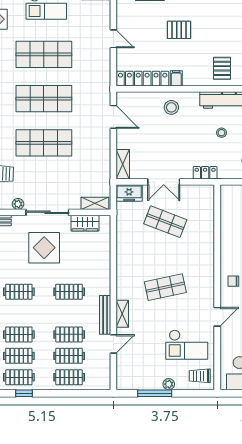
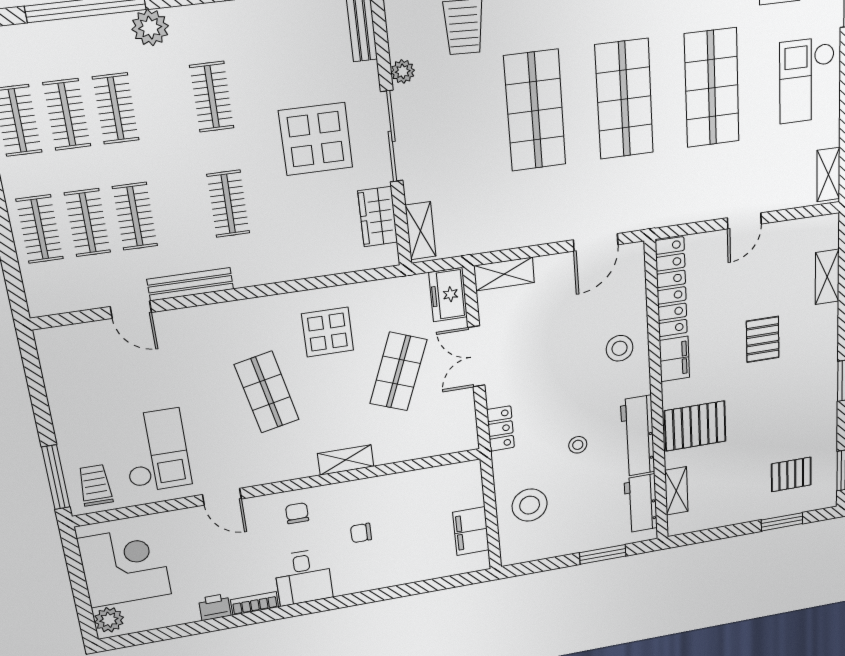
pallet: (222, 68) -> (695, 426), width x1.50, depth x1.42
filing cabinet: (176, 78) -> (674, 359), width x2.00
display table: (139, 254) -> (328, 332), added
shelving: (122, 314) -> (346, 460), moved
checkout: (187, 345) -> (155, 451), turned 180
plant: (169, 384) -> (66, 430), removed
window: (155, 393) -> (56, 477), moved

